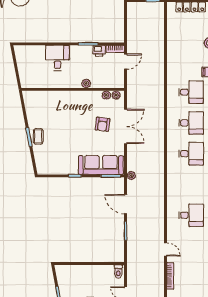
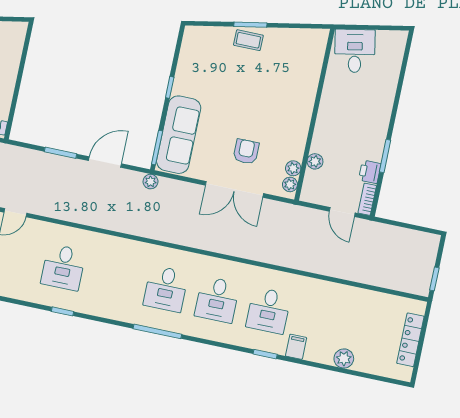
desk: (58, 58) -> (355, 51), moved, turned -101
plant: (86, 83) -> (315, 161), moved
armchair: (102, 124) -> (246, 152), turned 83

